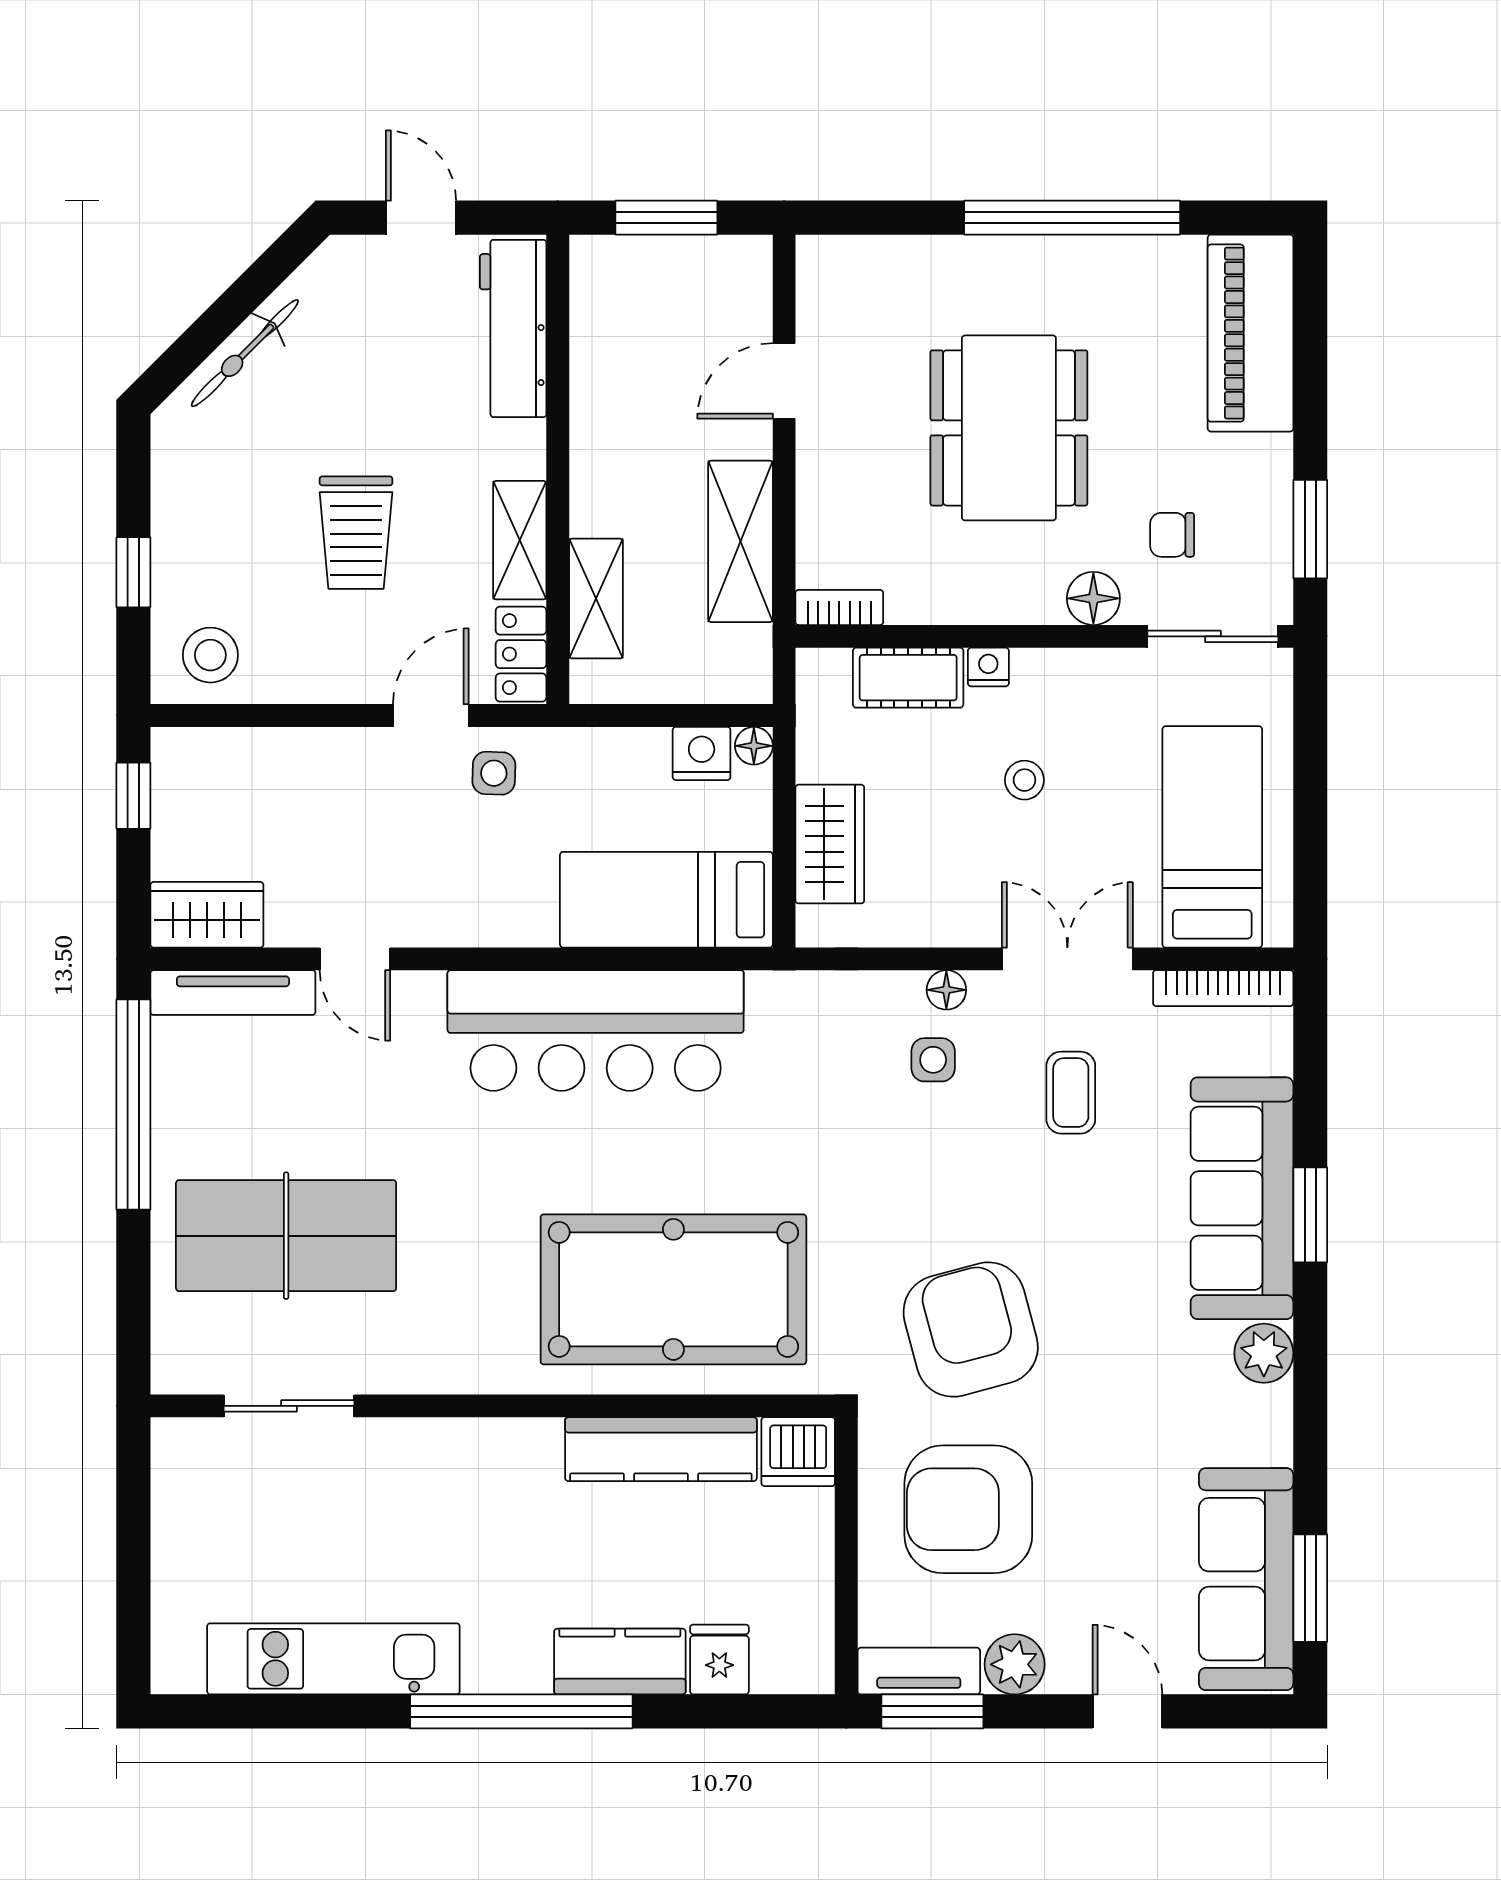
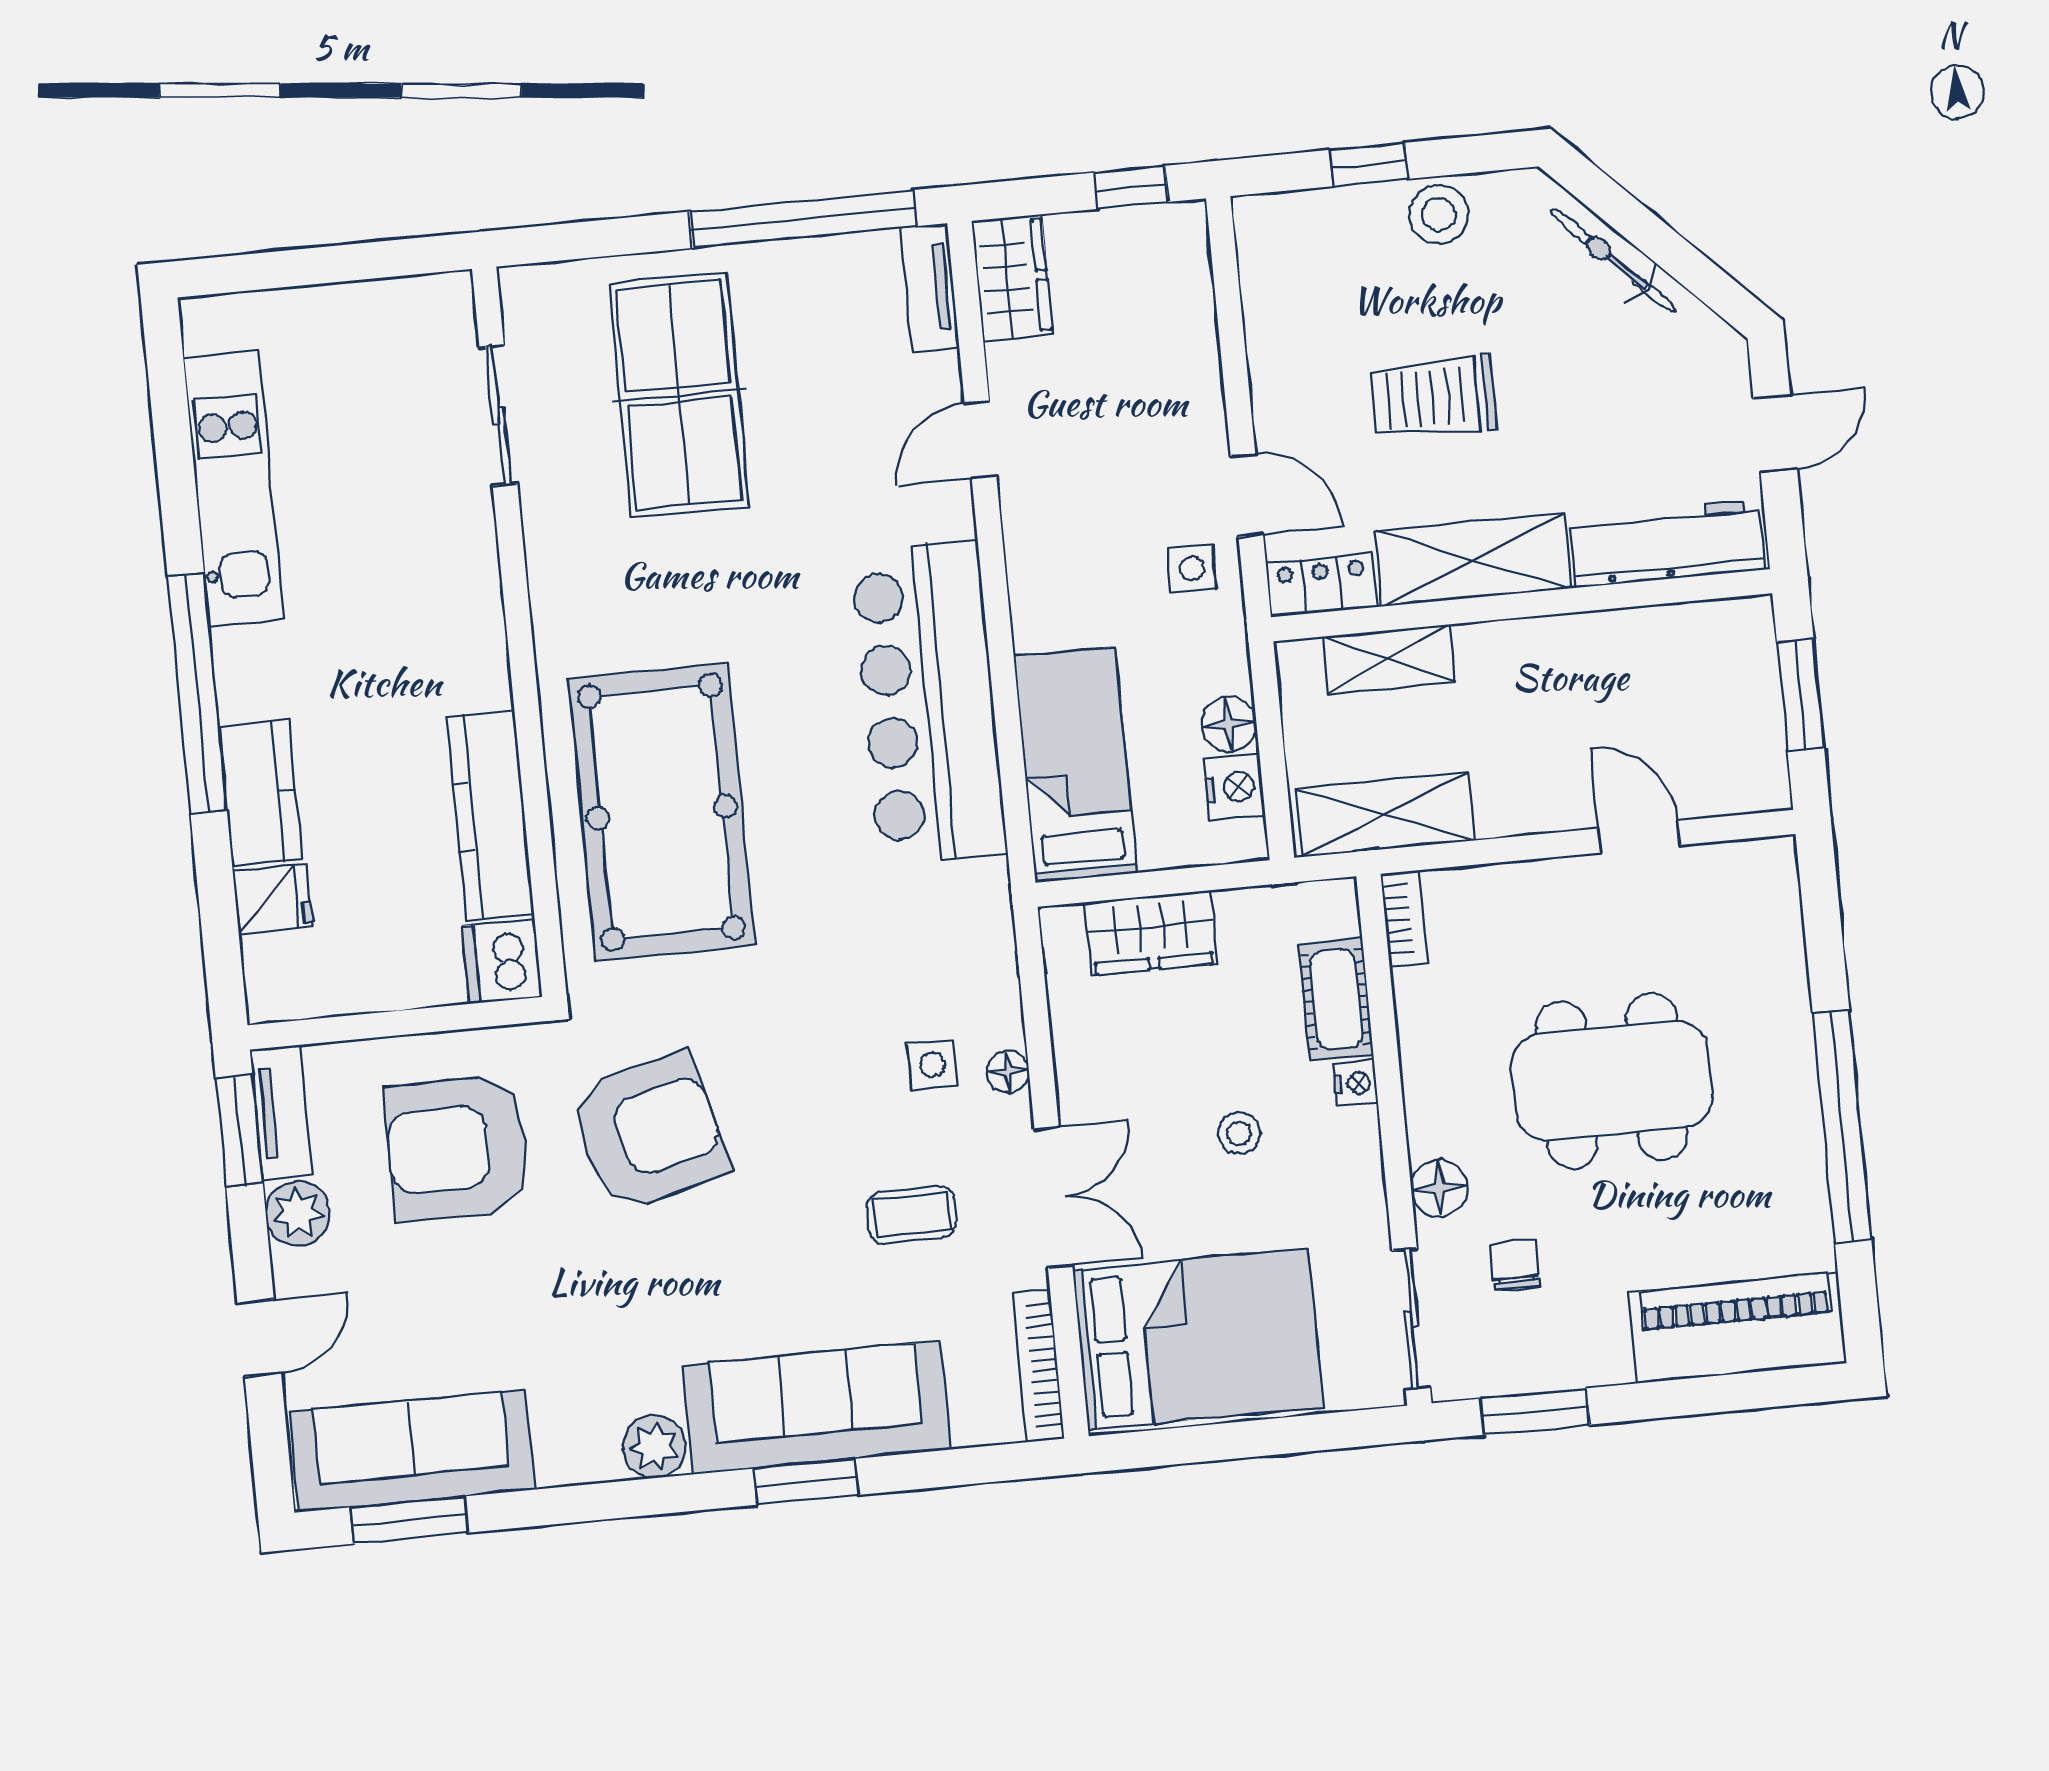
shelving: (520, 540) -> (1473, 560), width x1.50, depth x1.33
shelving: (740, 541) -> (1385, 814), moved
stool: (210, 655) -> (1439, 214), moved
floor lamp: (754, 746) -> (1229, 724), moved, width x1.37, depth x1.37
bed: (1212, 837) -> (1198, 1339), width x1.50
tv unit: (233, 993) -> (930, 288), width x0.71
armchair: (968, 1509) -> (458, 1148), turned -90

